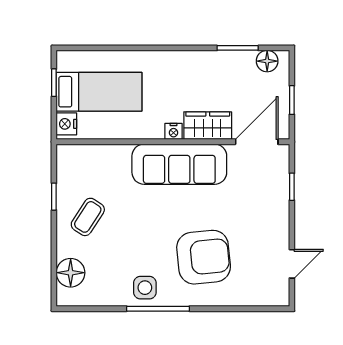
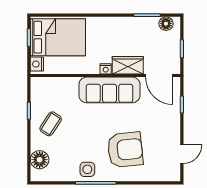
bed: (99, 92) -> (58, 37), width x1.50
door: (257, 142) -> (159, 76), swing flipped

